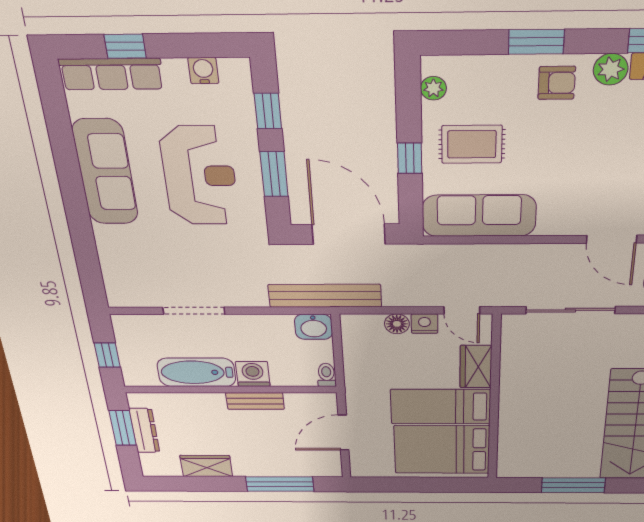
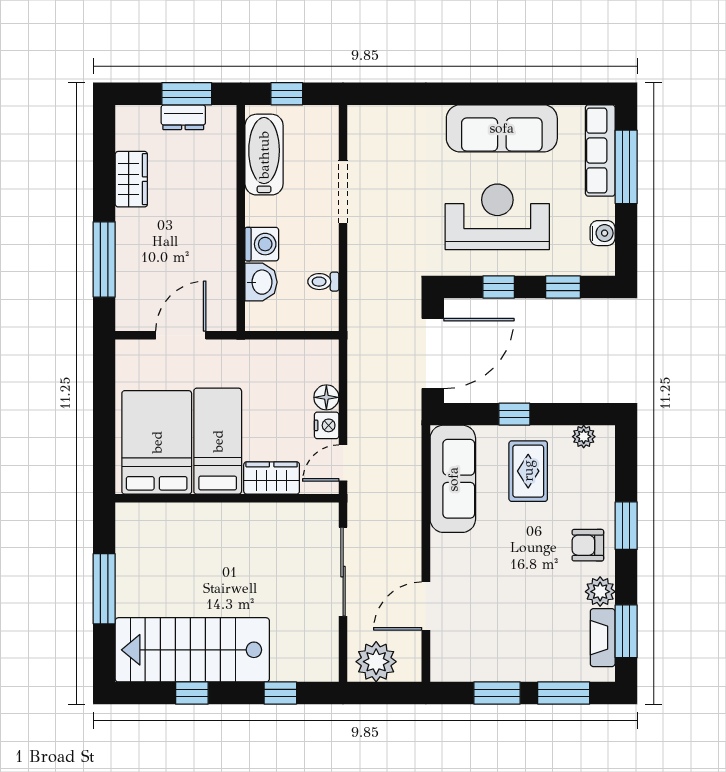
window: (125, 46) -> (626, 167), width x2.17
armchair: (557, 83) -> (588, 545), turned 90
window: (274, 174) -> (499, 287), width x0.67
reception desk: (200, 176) -> (497, 217), turned 180
bench: (325, 296) -> (361, 326), removed
washbasin: (314, 327) -> (261, 282), moved, turned 180
bathtub: (196, 372) -> (264, 155), moved
toilet: (326, 375) -> (323, 282), moved, turned 180
bench: (255, 401) -> (225, 243), removed
dresser: (144, 430) -> (183, 117), width x0.70
door: (343, 433) -> (181, 335), hinge flipped

